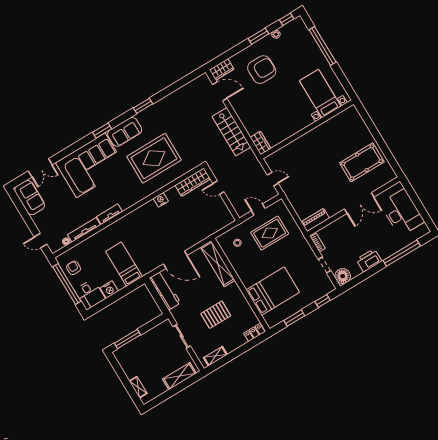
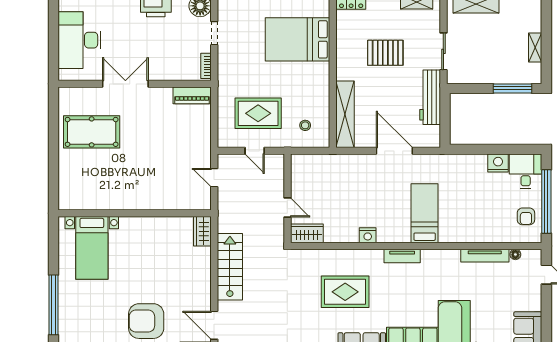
rug: (154, 158) -> (345, 292), width x0.73, depth x0.69
wardrobe: (193, 182) -> (307, 233), width x0.67
tv unit: (109, 214) -> (402, 256), moved
bed: (124, 264) -> (425, 213), moved, turned 180
workbench: (165, 291) -> (430, 97), moved
shelving: (138, 387) -> (535, 47), moved

